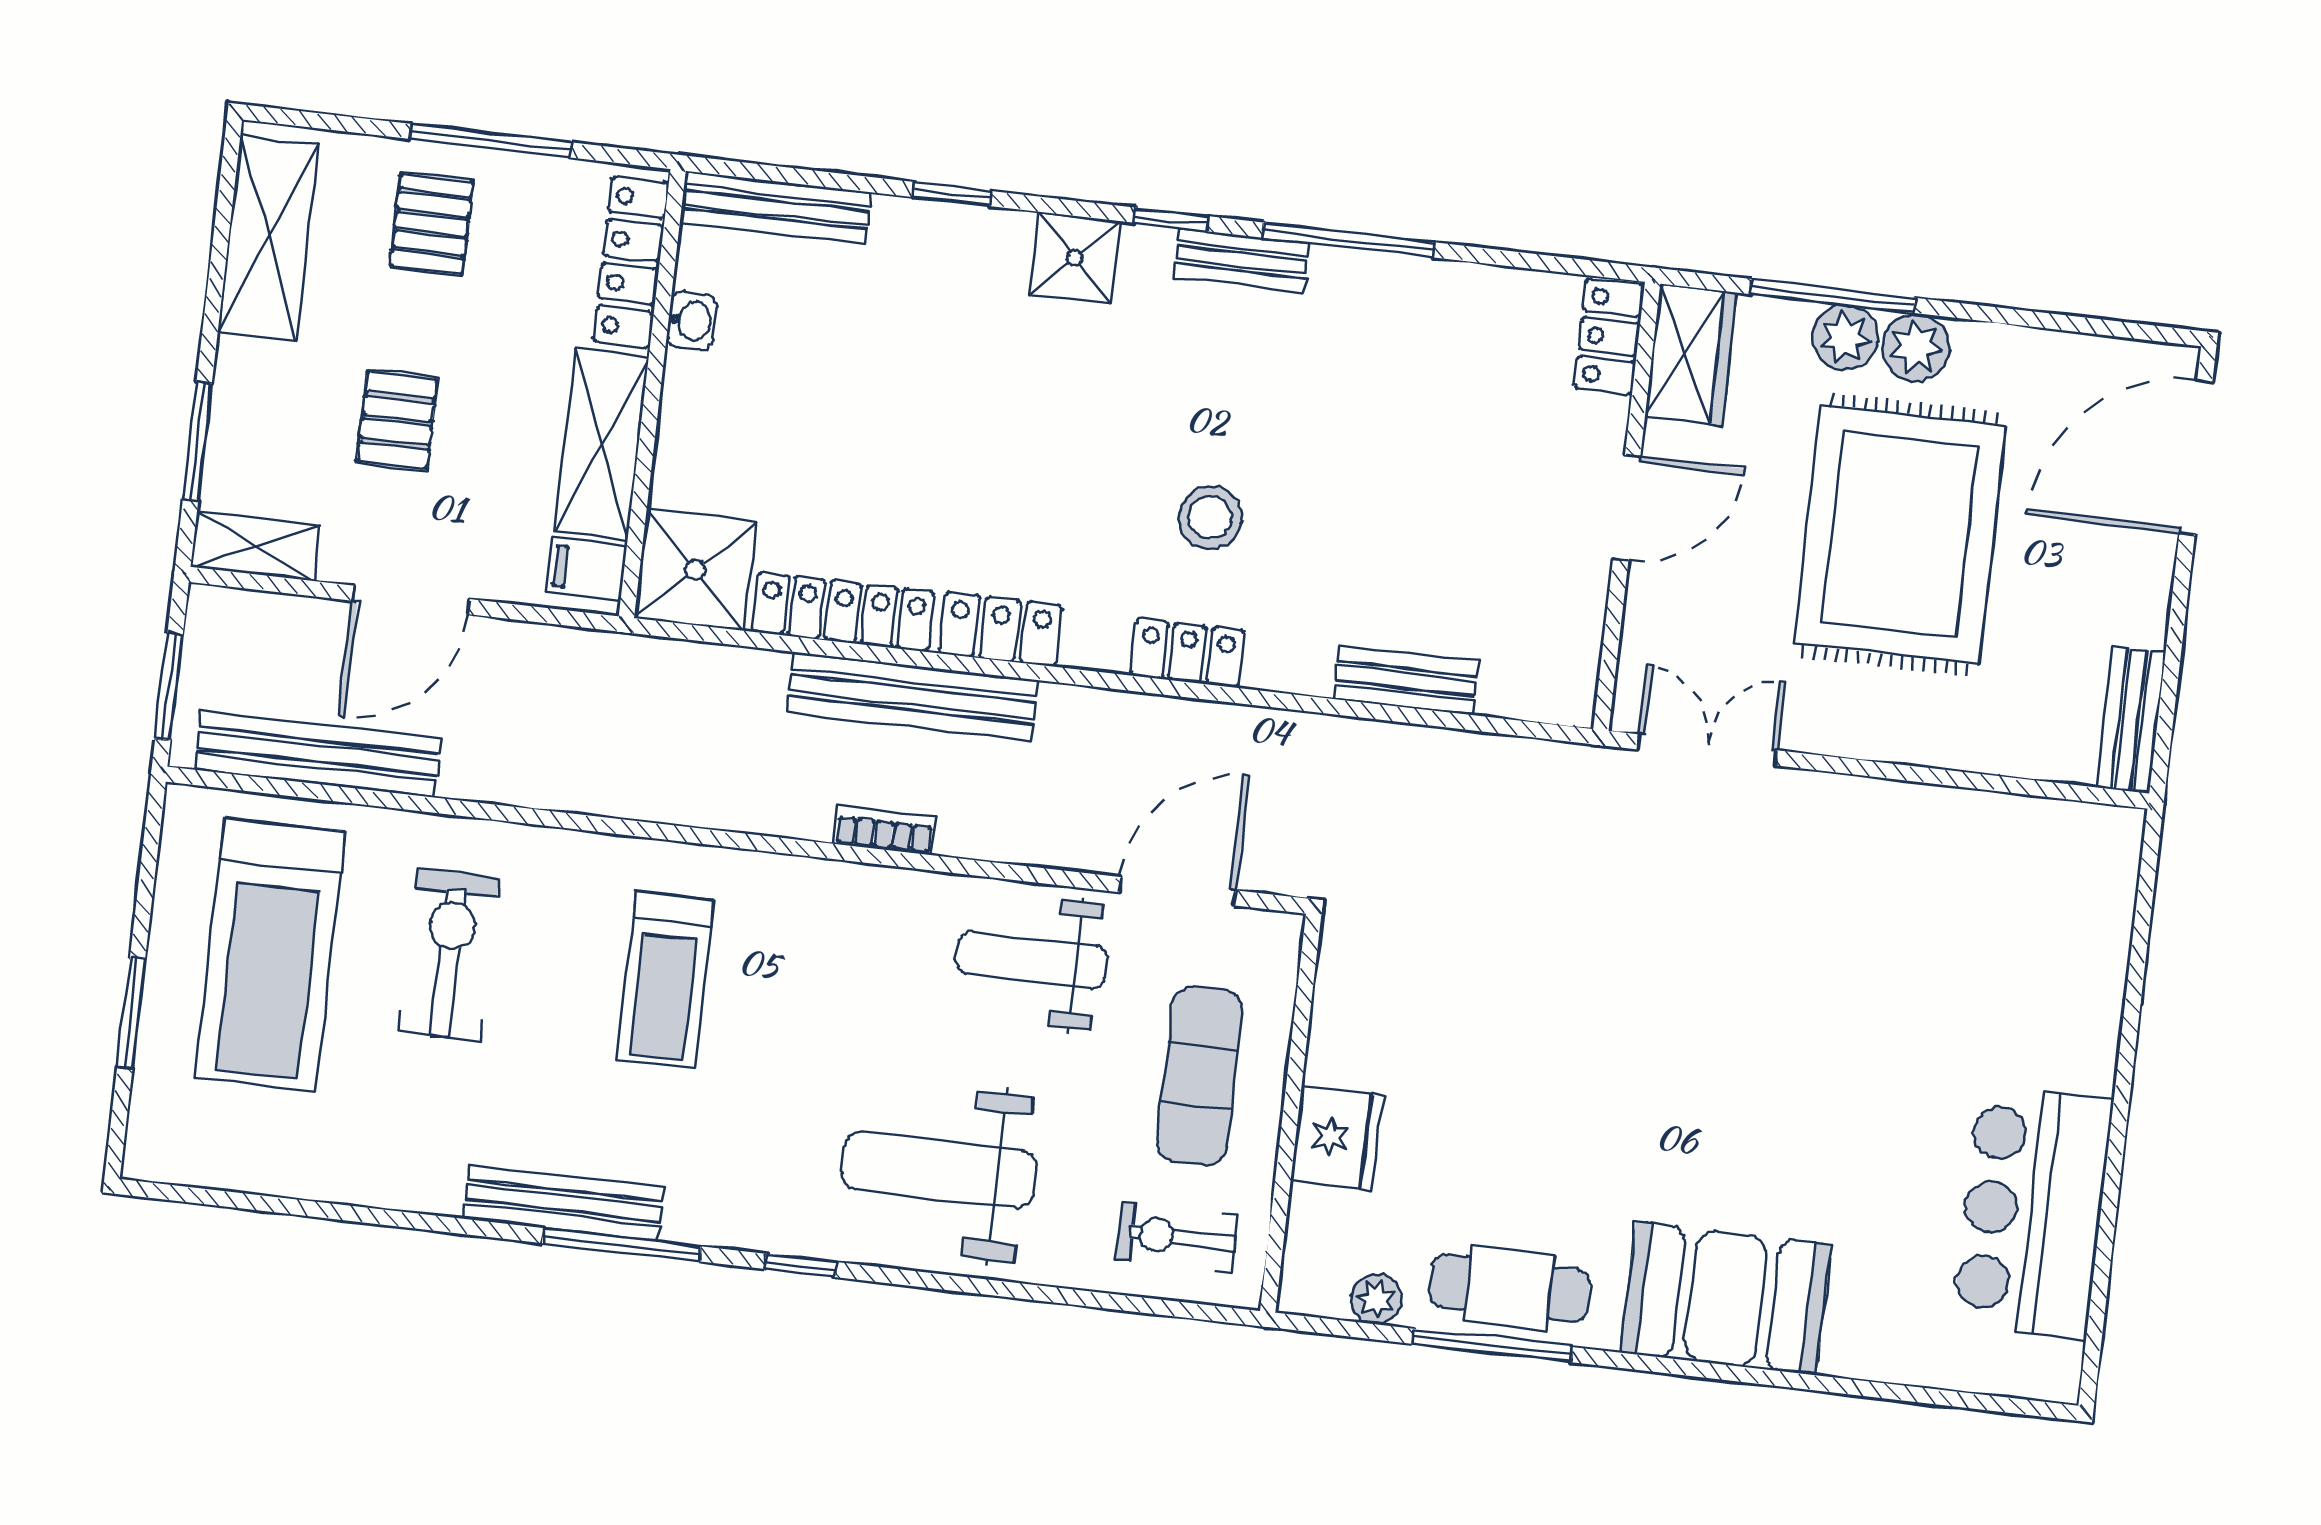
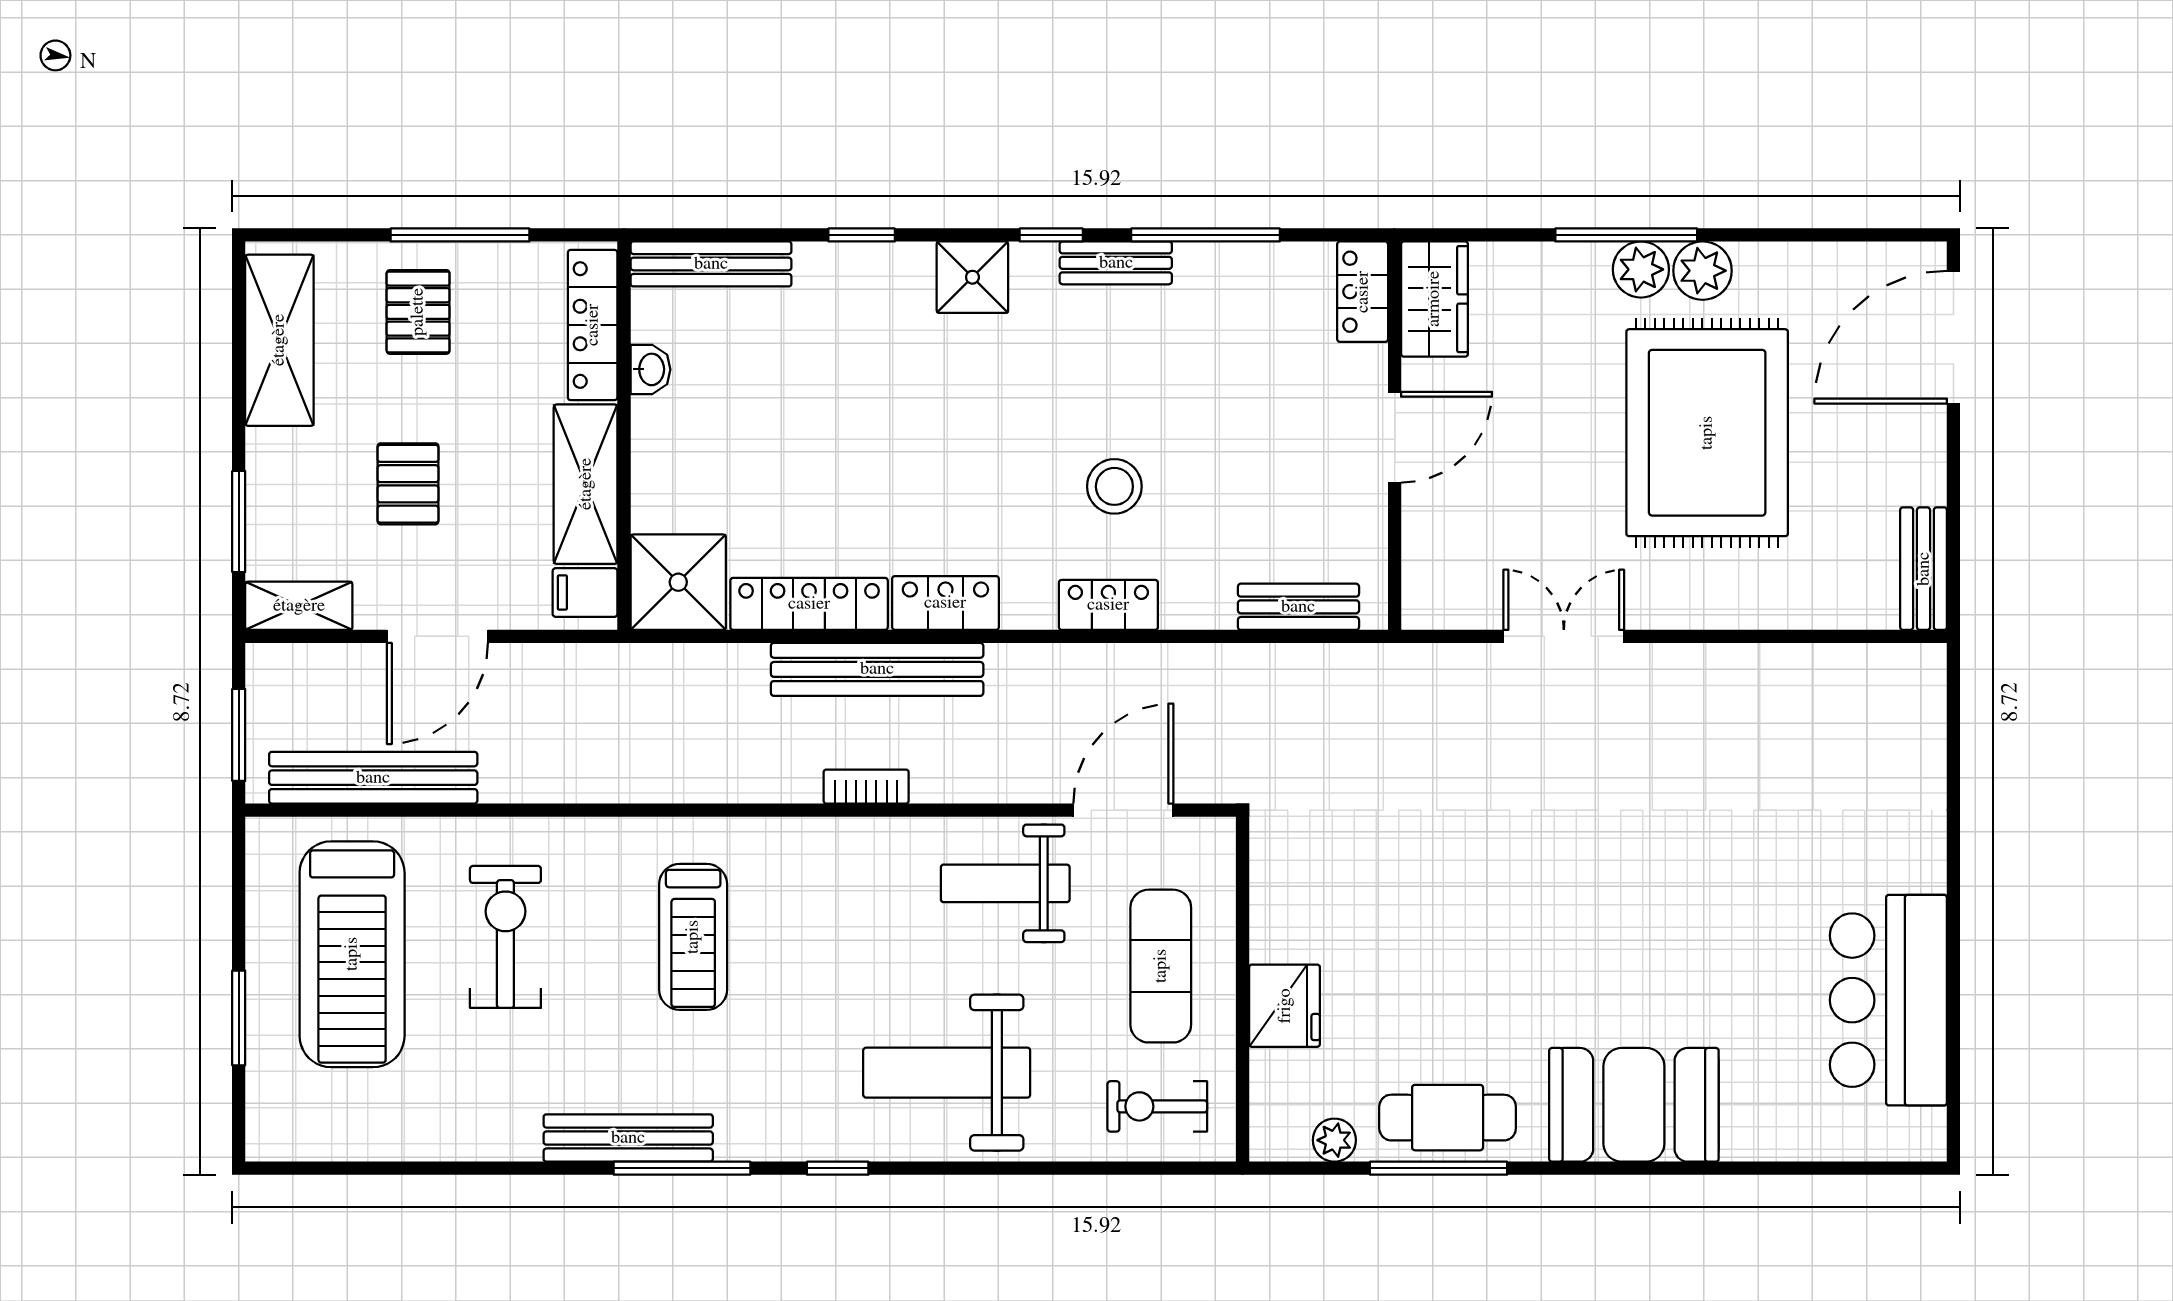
locker: (1609, 336) -> (1363, 292), moved
wardrobe: (1691, 354) -> (1434, 299), moved
wall: (1627, 506) -> (1395, 436), moved
door: (1627, 508) -> (1395, 437), moved

